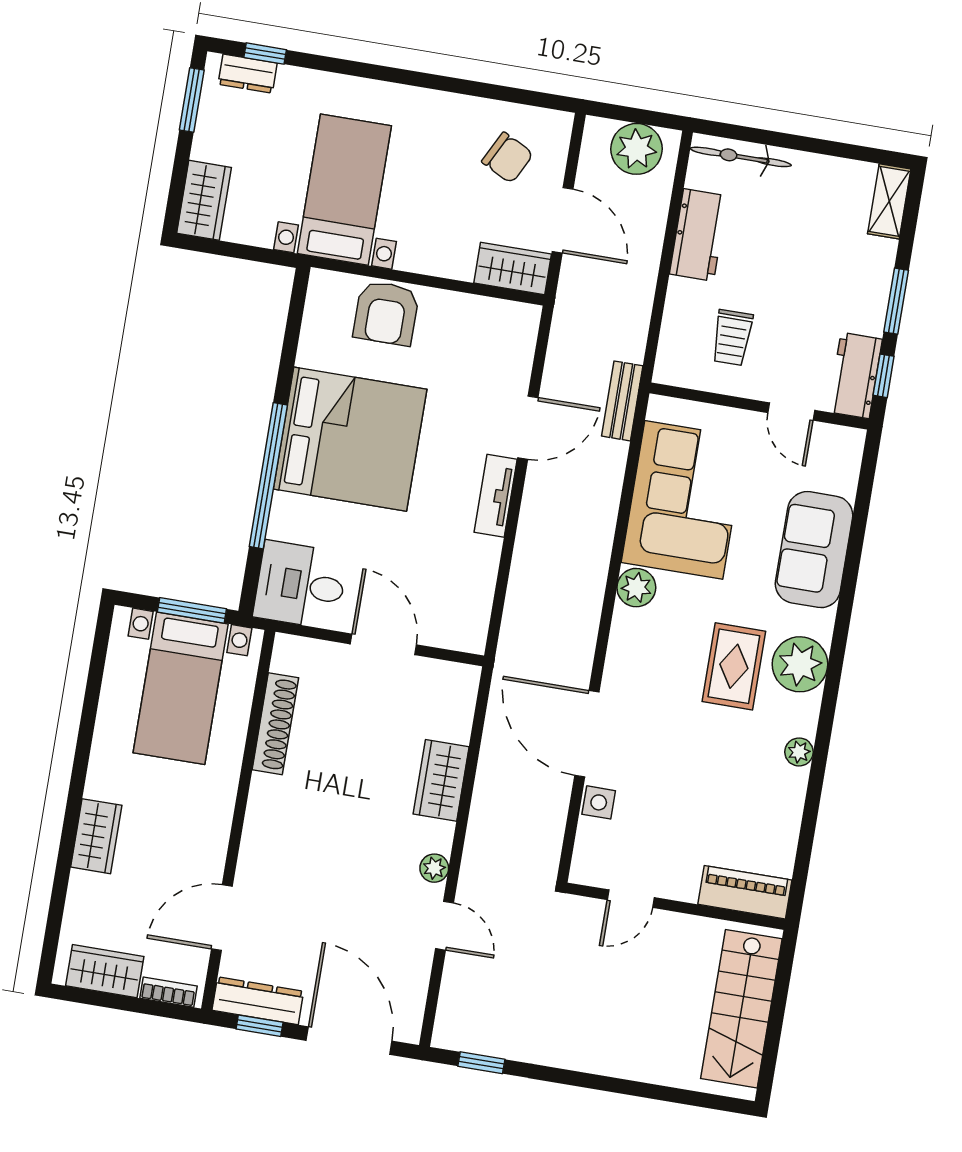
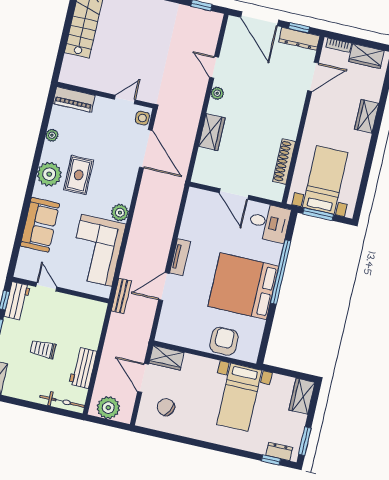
trolley: (732, 338) -> (43, 349), moved, turned -90
piano: (745, 892) -> (74, 99), moved
door: (631, 899) -> (125, 100), moved
wall: (675, 906) -> (105, 95), moved

